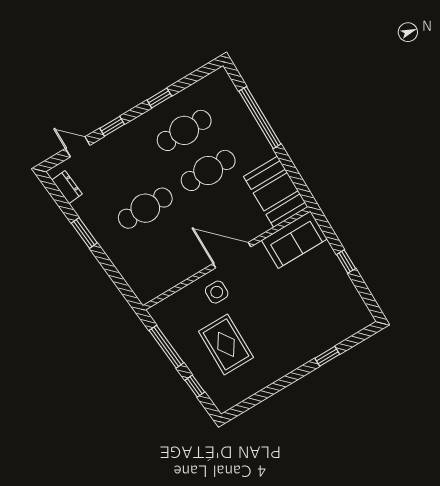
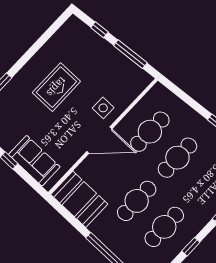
sofa: (294, 240) -> (34, 161), moved, turned 90
cafe table: (169, 248) -> (150, 132), added
rug: (226, 344) -> (56, 87), moved, turned 90

